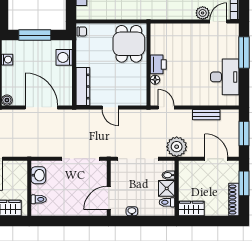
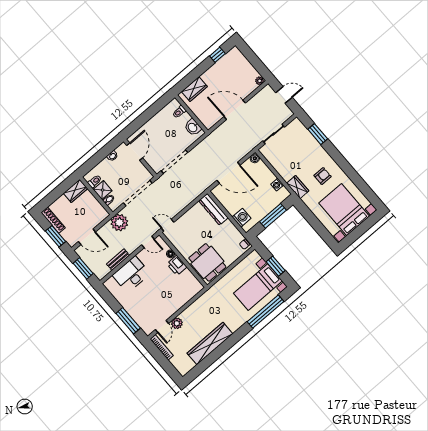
desk: (225, 77) -> (131, 274), moved, turned 90
door: (110, 107) -> (168, 225), moved

